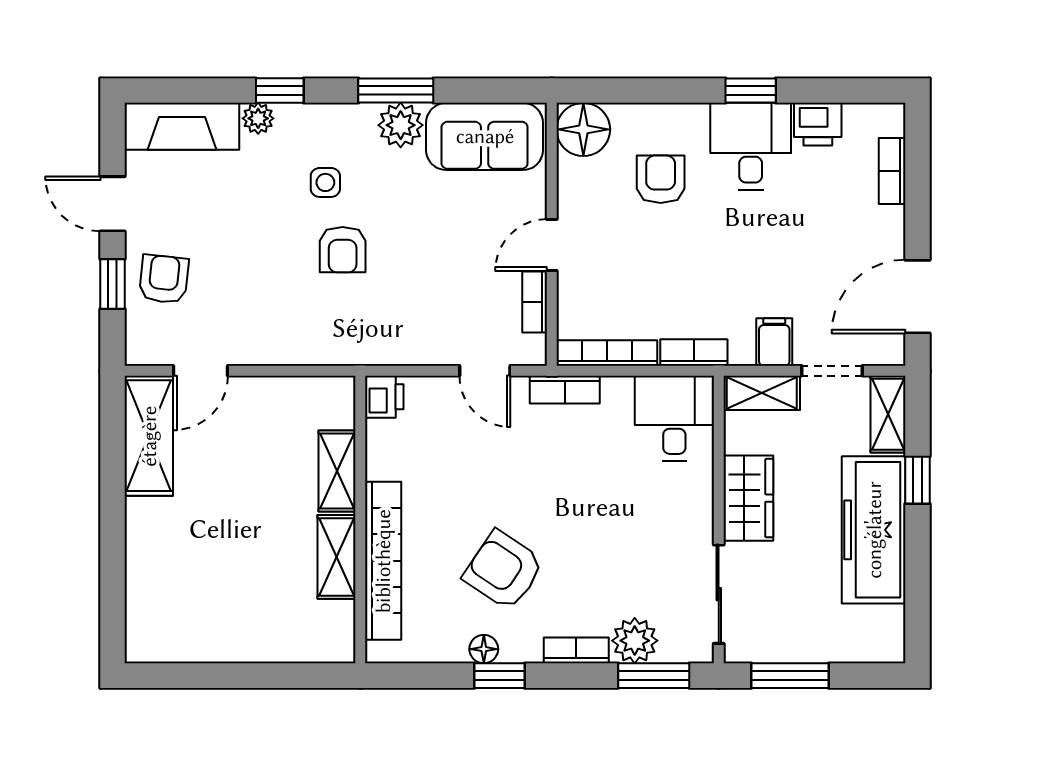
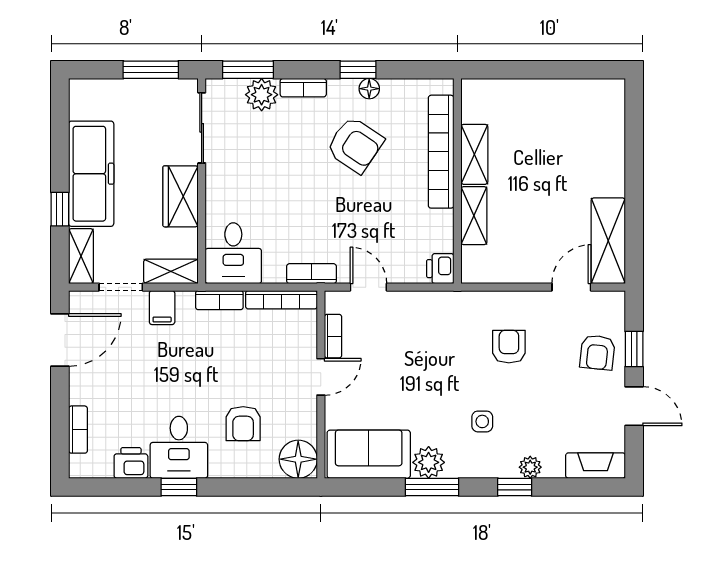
fireplace: (182, 126) -> (595, 466), width x0.73, depth x0.76
armchair: (343, 250) -> (509, 347), moved

